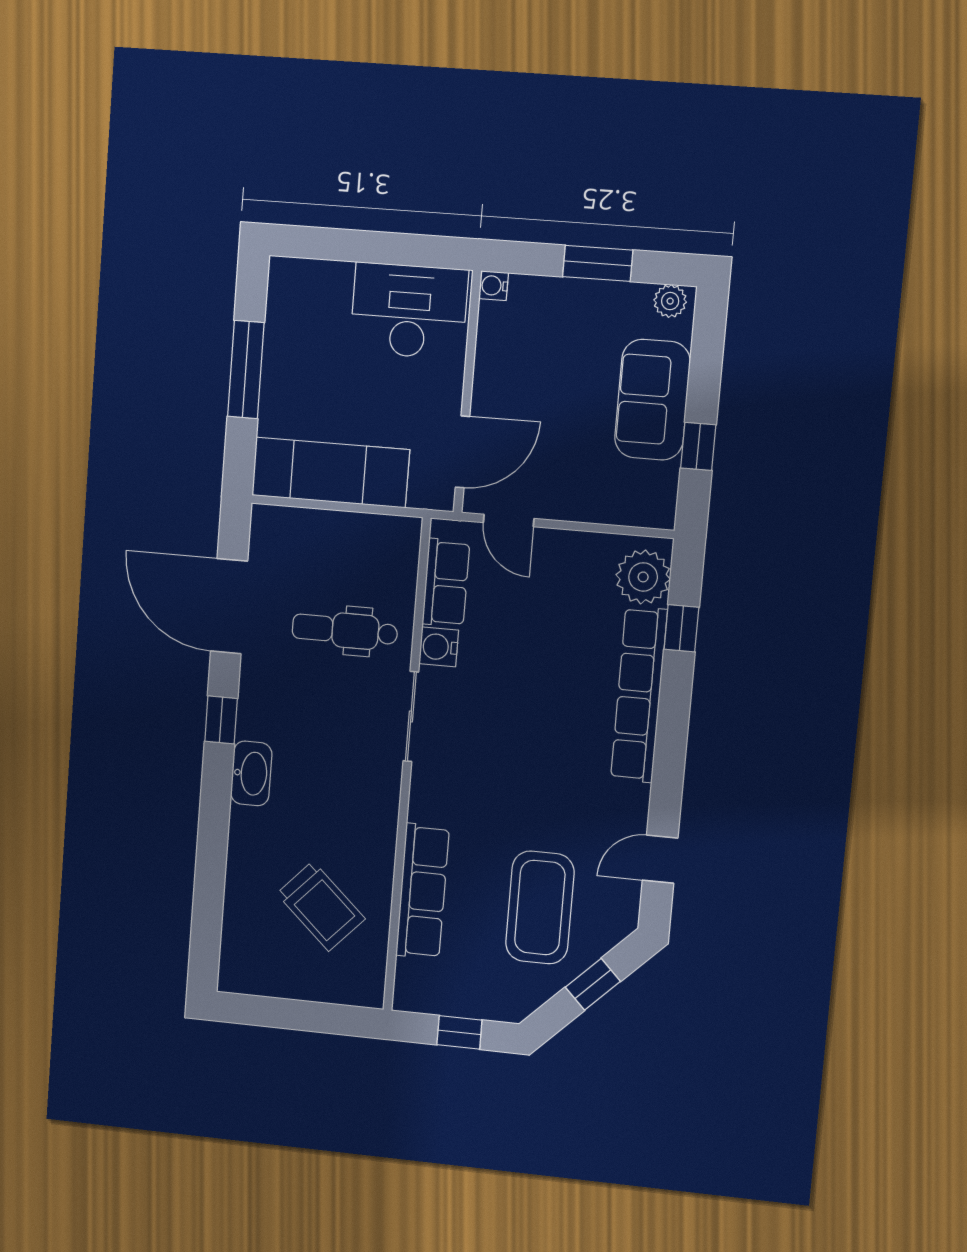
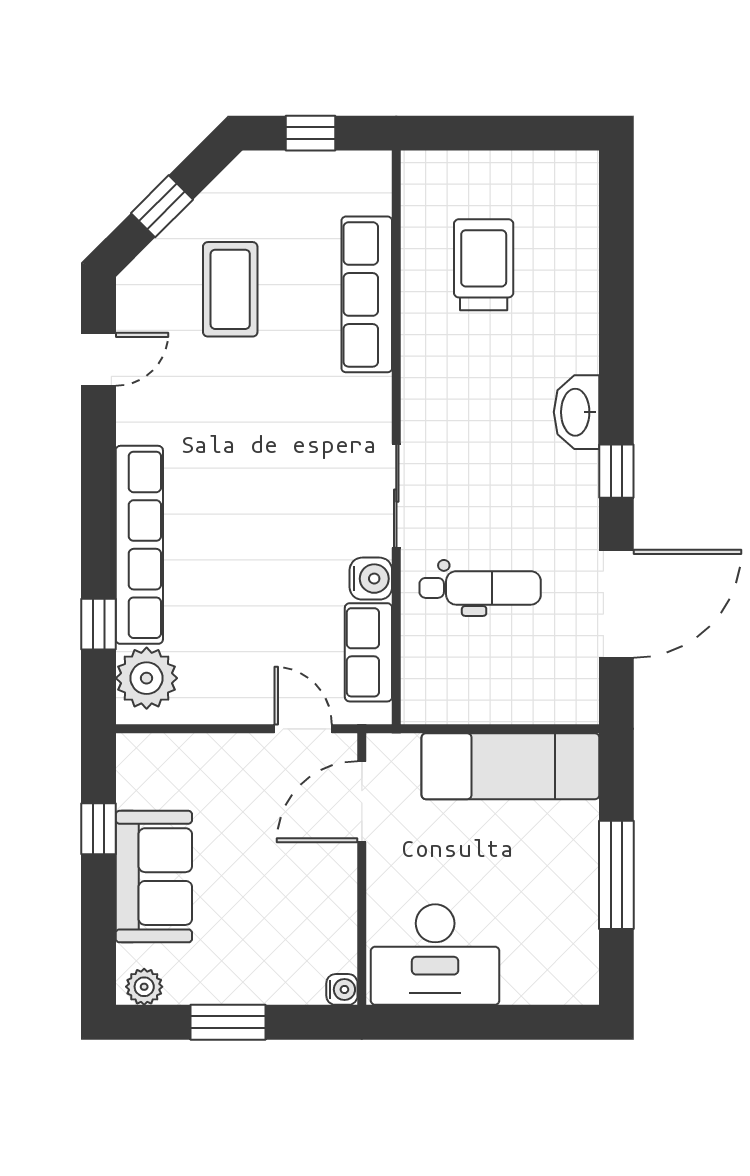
door: (229, 606) -> (616, 604), hinge flipped
trolley: (321, 906) -> (484, 265), turned 47
coffee table: (540, 908) -> (230, 289), width x0.73, depth x0.76

